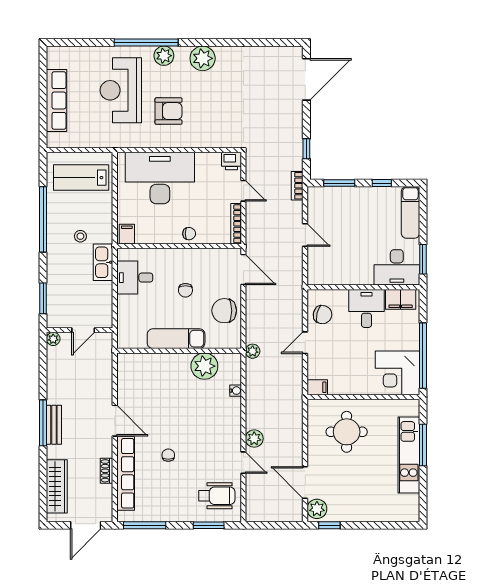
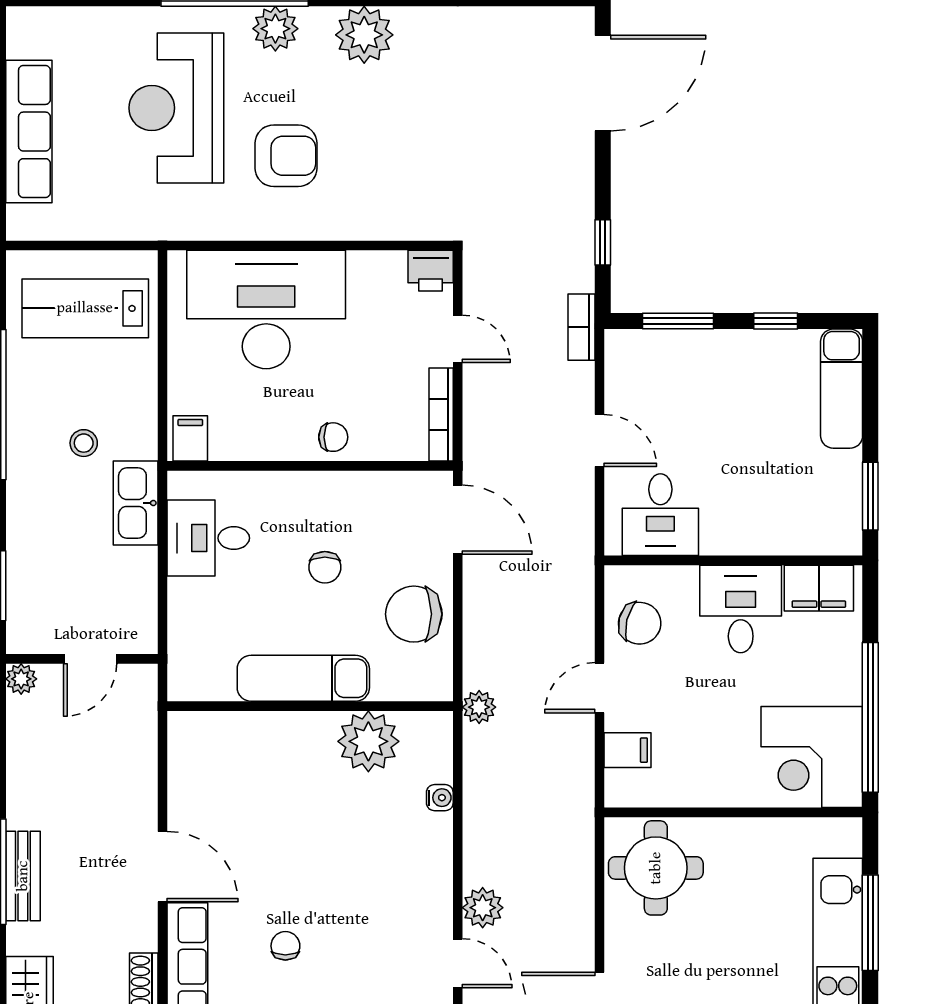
desk: (397, 267) -> (660, 515), moved, width x0.73
filing cabinet: (317, 387) -> (628, 750), moved
round table: (347, 432) -> (656, 868), moved

